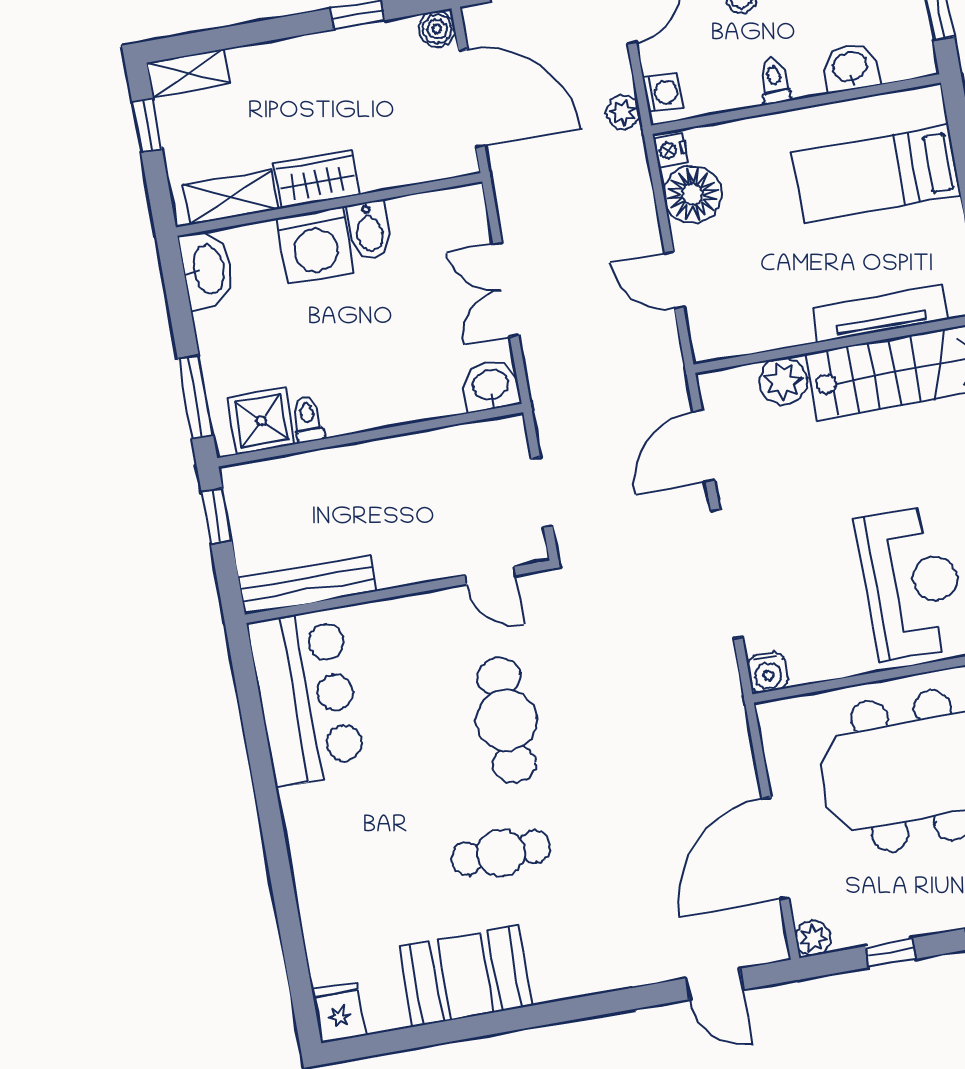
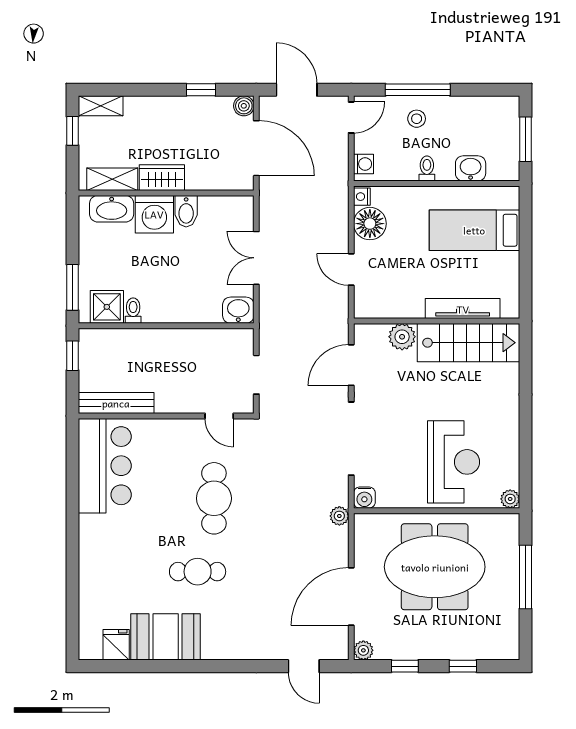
plant: (623, 112) -> (339, 516), moved
washbasin: (207, 270) -> (112, 209), moved, turned 90
fridge: (339, 1013) -> (116, 645), moved

